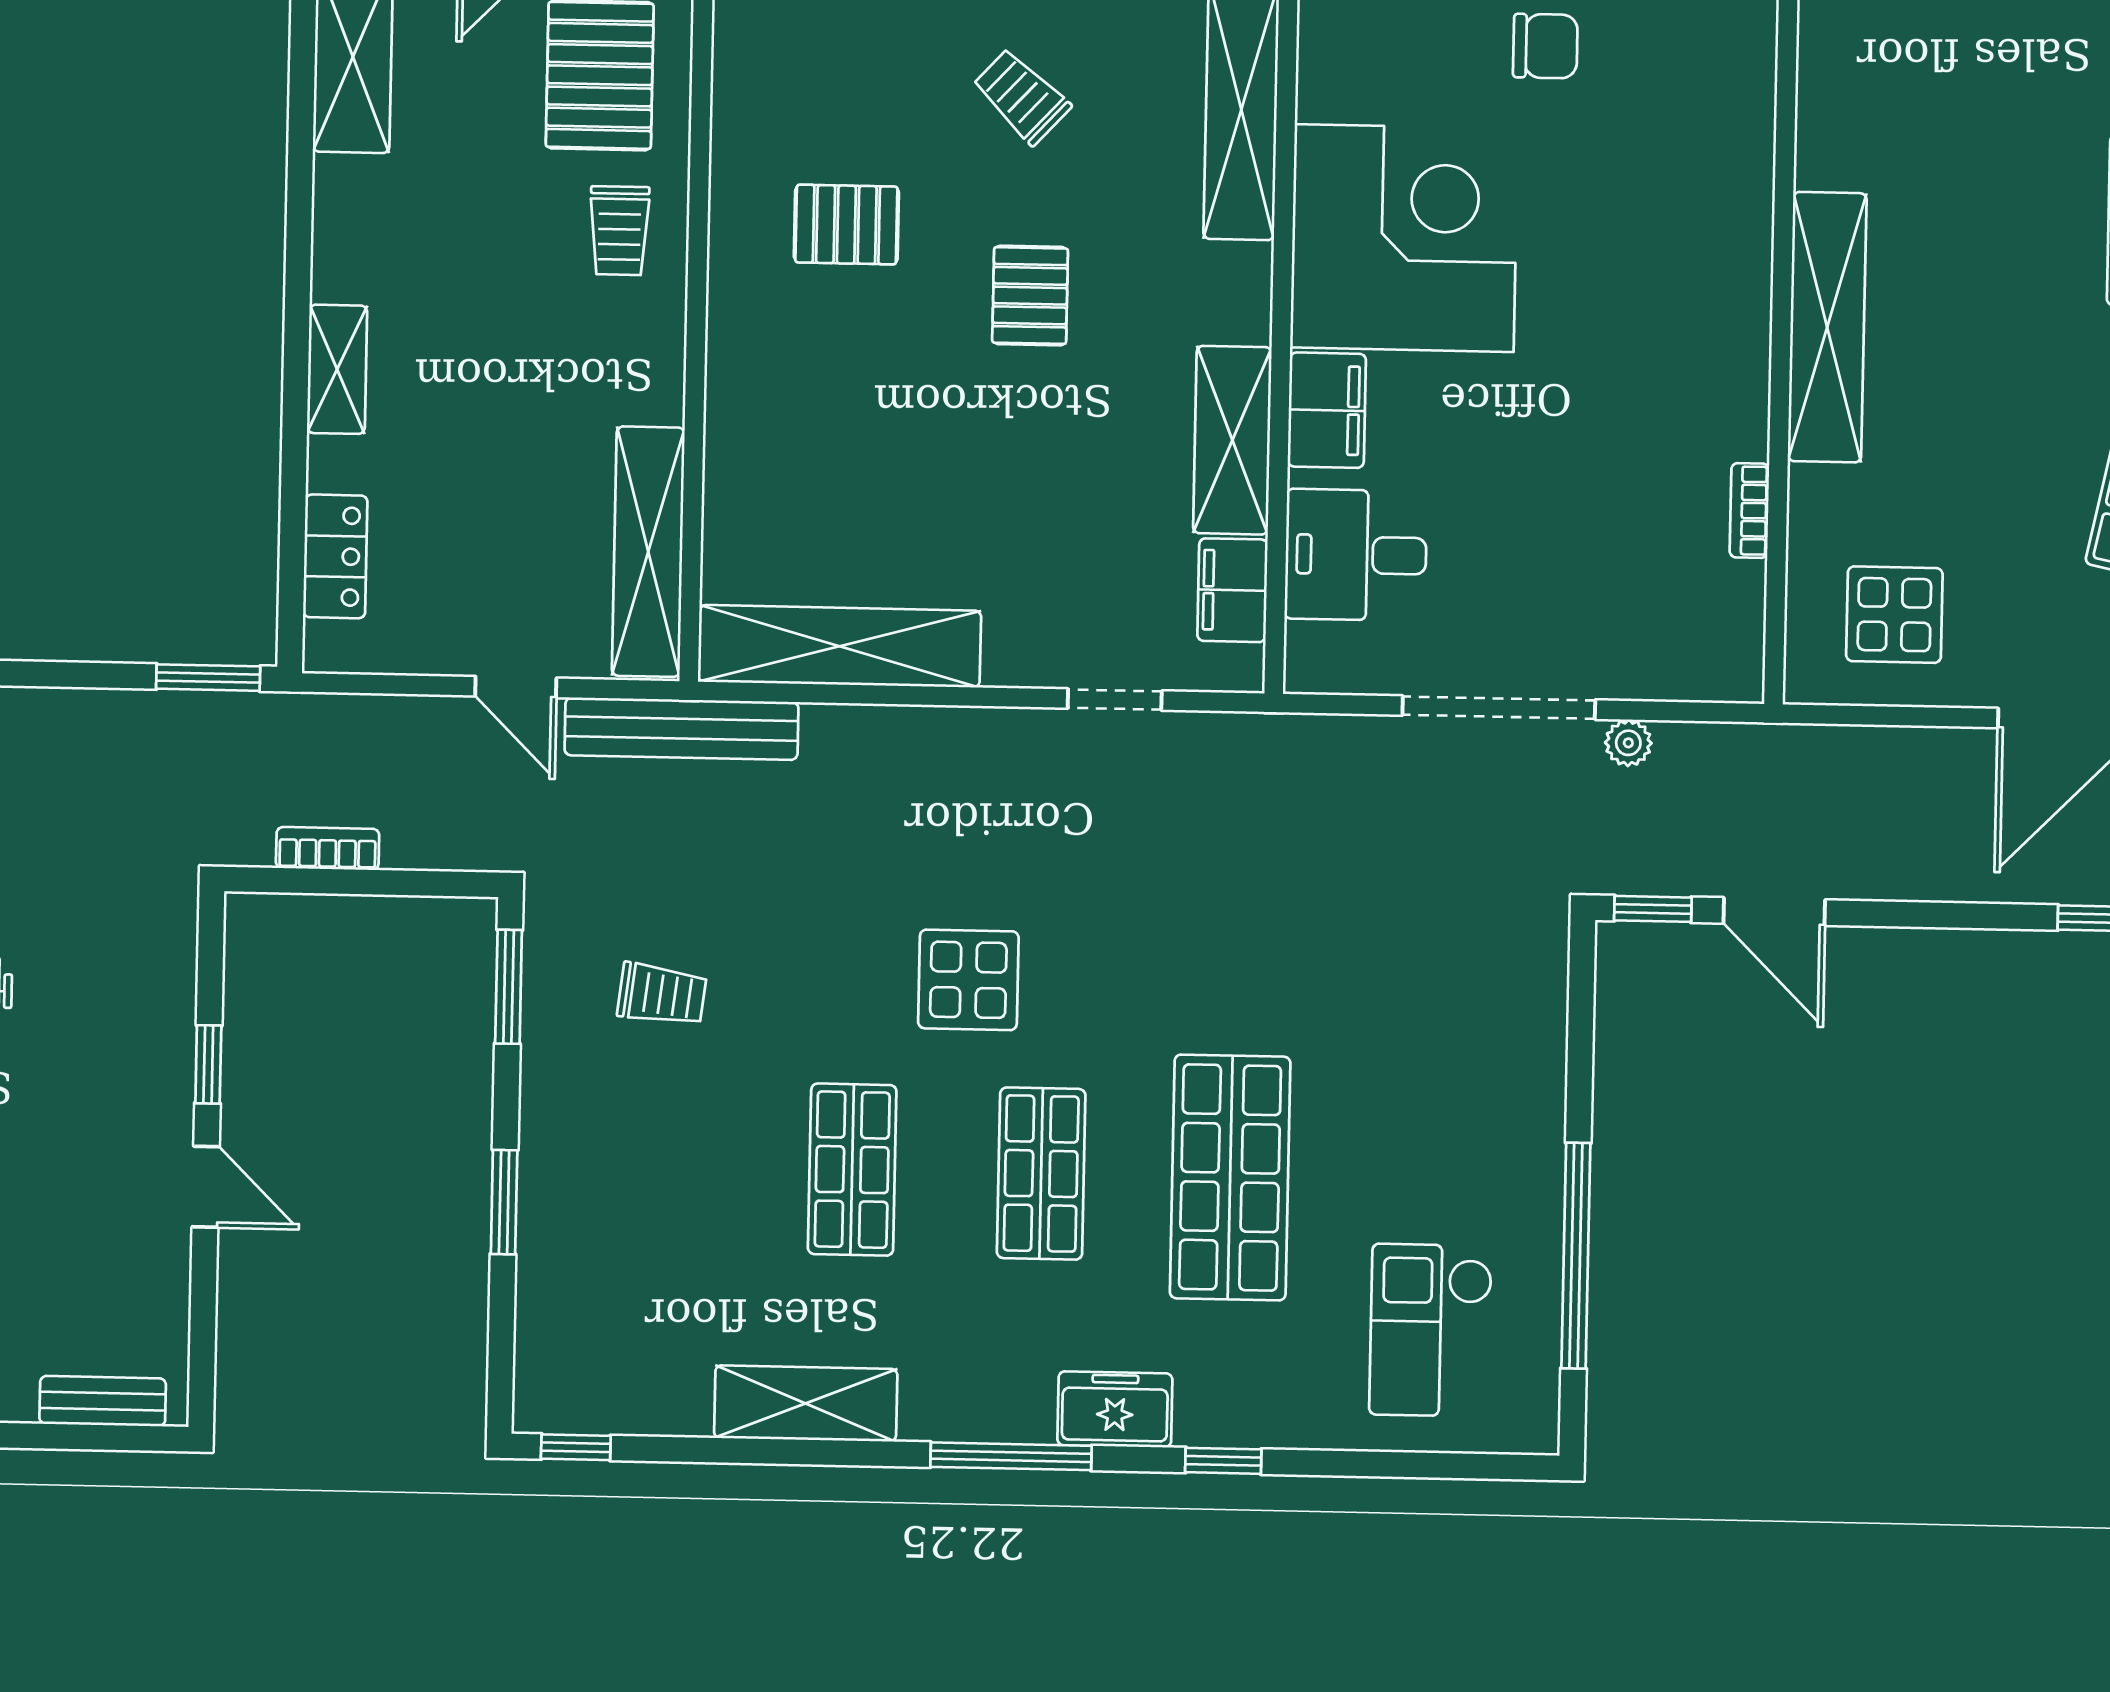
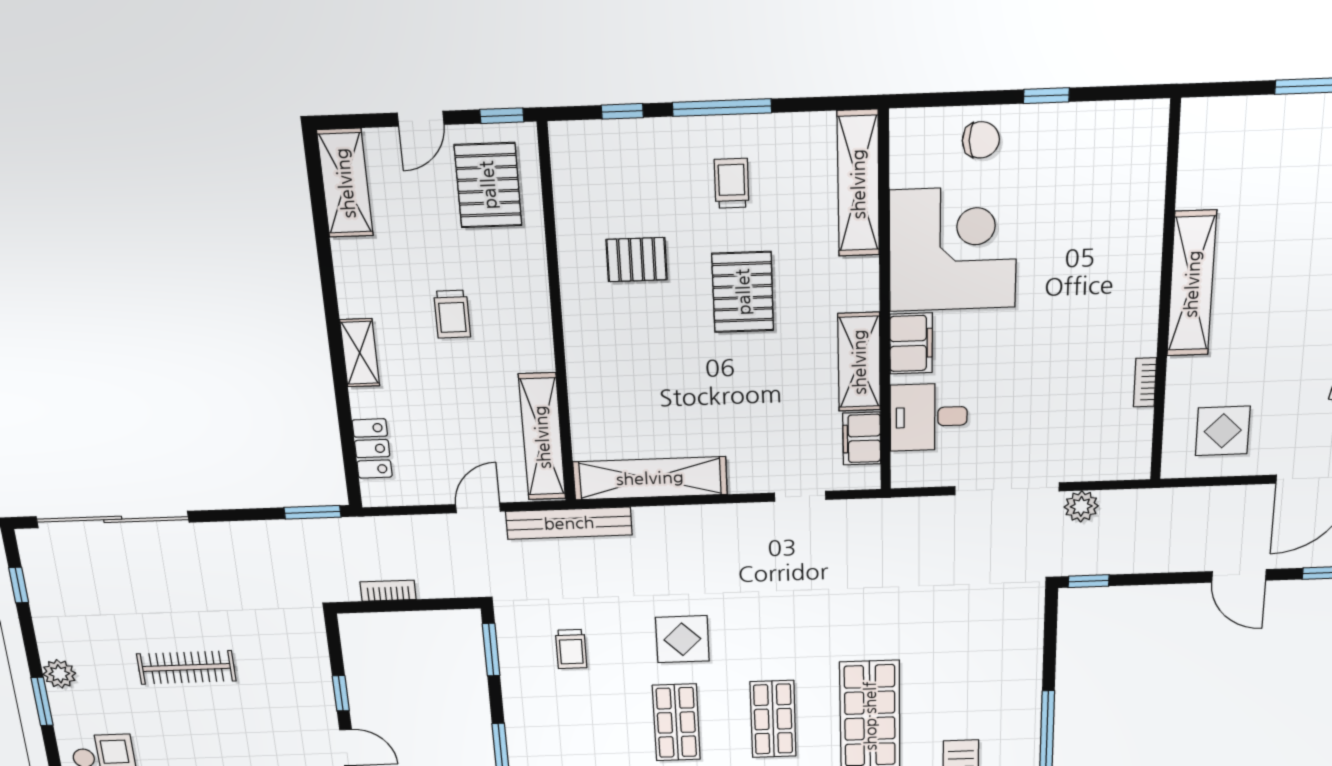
chair: (1545, 46) -> (981, 140), moved
trolley: (1022, 96) -> (732, 183), turned 47
trolley: (619, 231) -> (452, 314), moved
pallet: (1030, 296) -> (743, 292), width x1.50, depth x1.42
door: (516, 687) -> (478, 508), swing flipped
plant: (1628, 743) -> (1081, 506), width x1.38, depth x1.38
door: (1774, 912) -> (1239, 576), moved
display table: (968, 980) -> (682, 639), moved
trolley: (662, 994) -> (571, 649), turned 83

